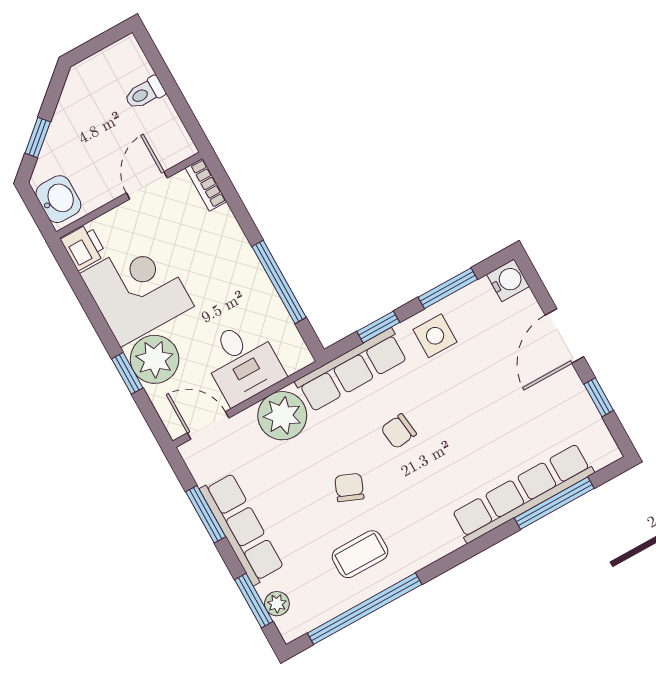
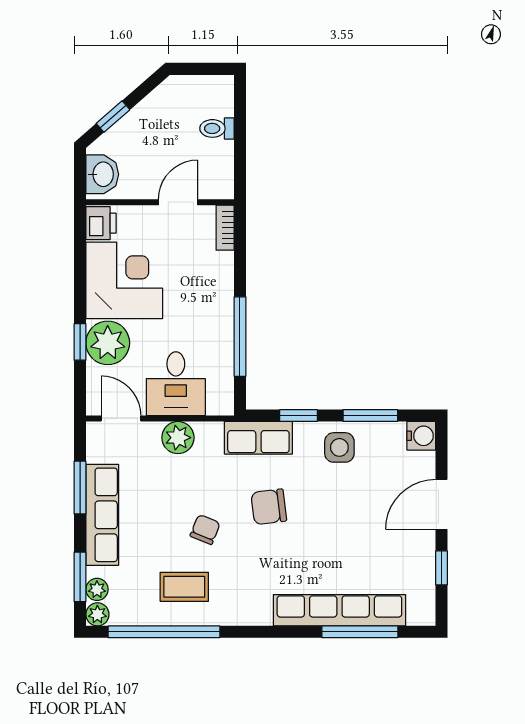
row of seats: (351, 370) -> (258, 438), width x0.68
plant: (282, 416) -> (178, 438), width x0.73, depth x0.73
chair: (399, 431) -> (269, 507), width x1.37, depth x1.37
plant: (291, 628) -> (97, 614), added

